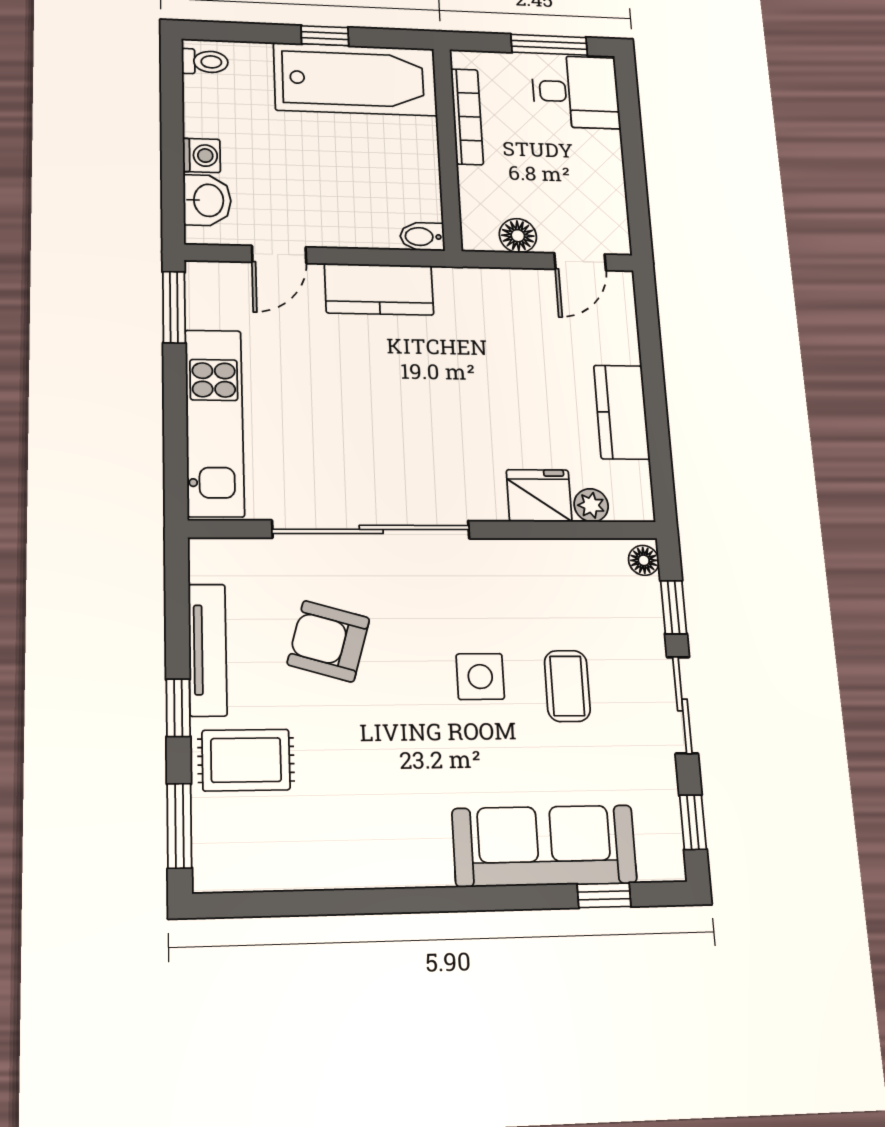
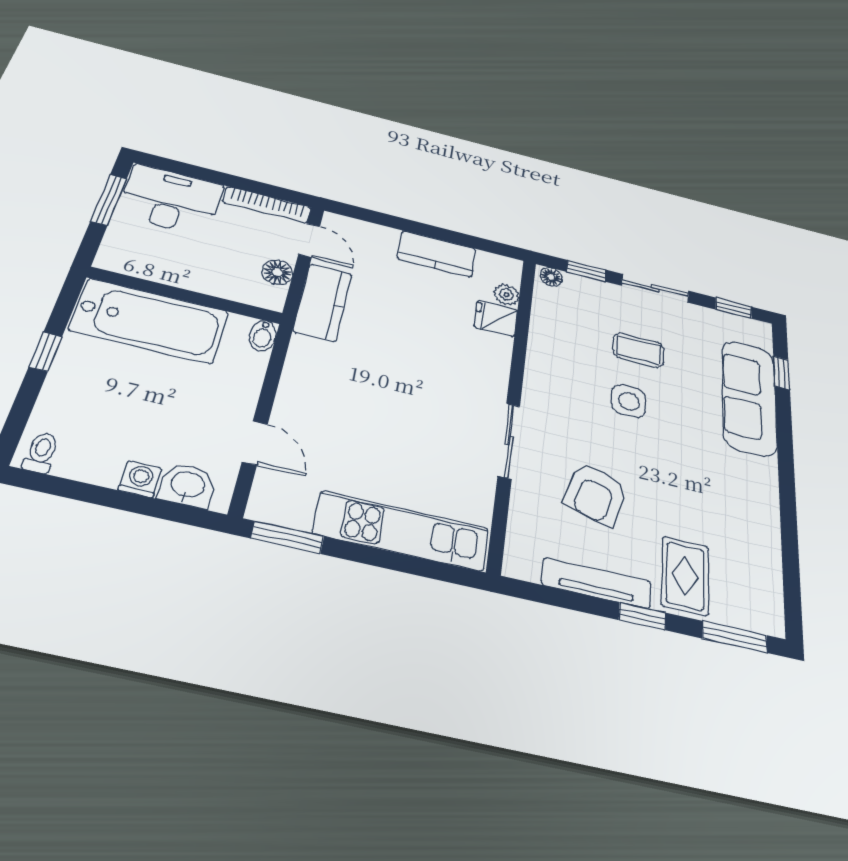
bathtub: (355, 79) -> (150, 321), moved, turned 90
desk: (576, 92) -> (171, 200), width x1.37
bookcase: (467, 117) -> (267, 205), moved, turned 180
kitchen counter: (379, 289) -> (323, 302), moved
fridge: (539, 496) -> (496, 319), width x0.72
sliding door: (371, 529) -> (509, 440), width x0.54

